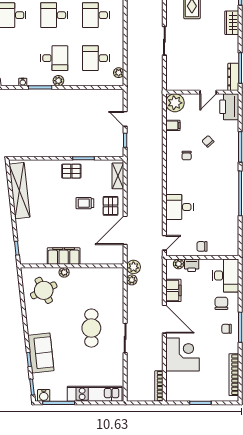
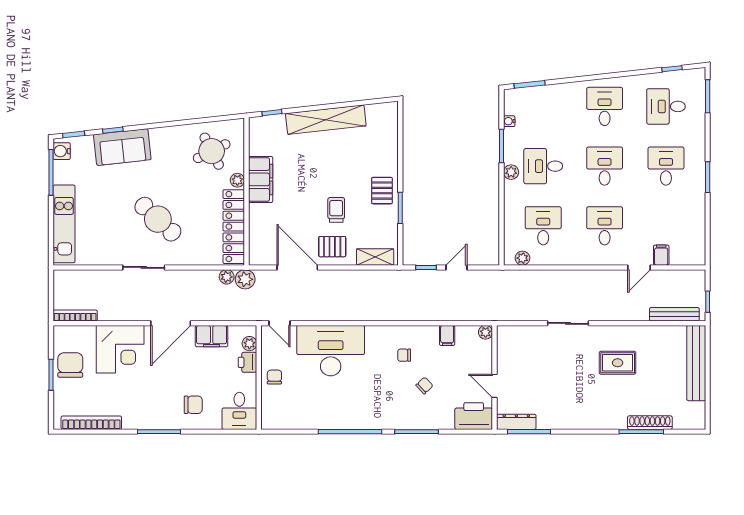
wardrobe: (232, 23) -> (594, 420), removed
desk: (54, 58) -> (543, 166), turned 90
plant: (175, 103) -> (486, 332), width x0.53, depth x0.53
shelving: (19, 191) -> (326, 120), moved
desk: (179, 207) -> (331, 351), width x1.87, depth x1.30
locker: (97, 275) -> (234, 227), added
desk: (226, 275) -> (239, 411), width x0.73
cafe table: (91, 328) -> (158, 219), turned 43
chair: (227, 329) -> (70, 365), moved, width x1.87, depth x1.87

